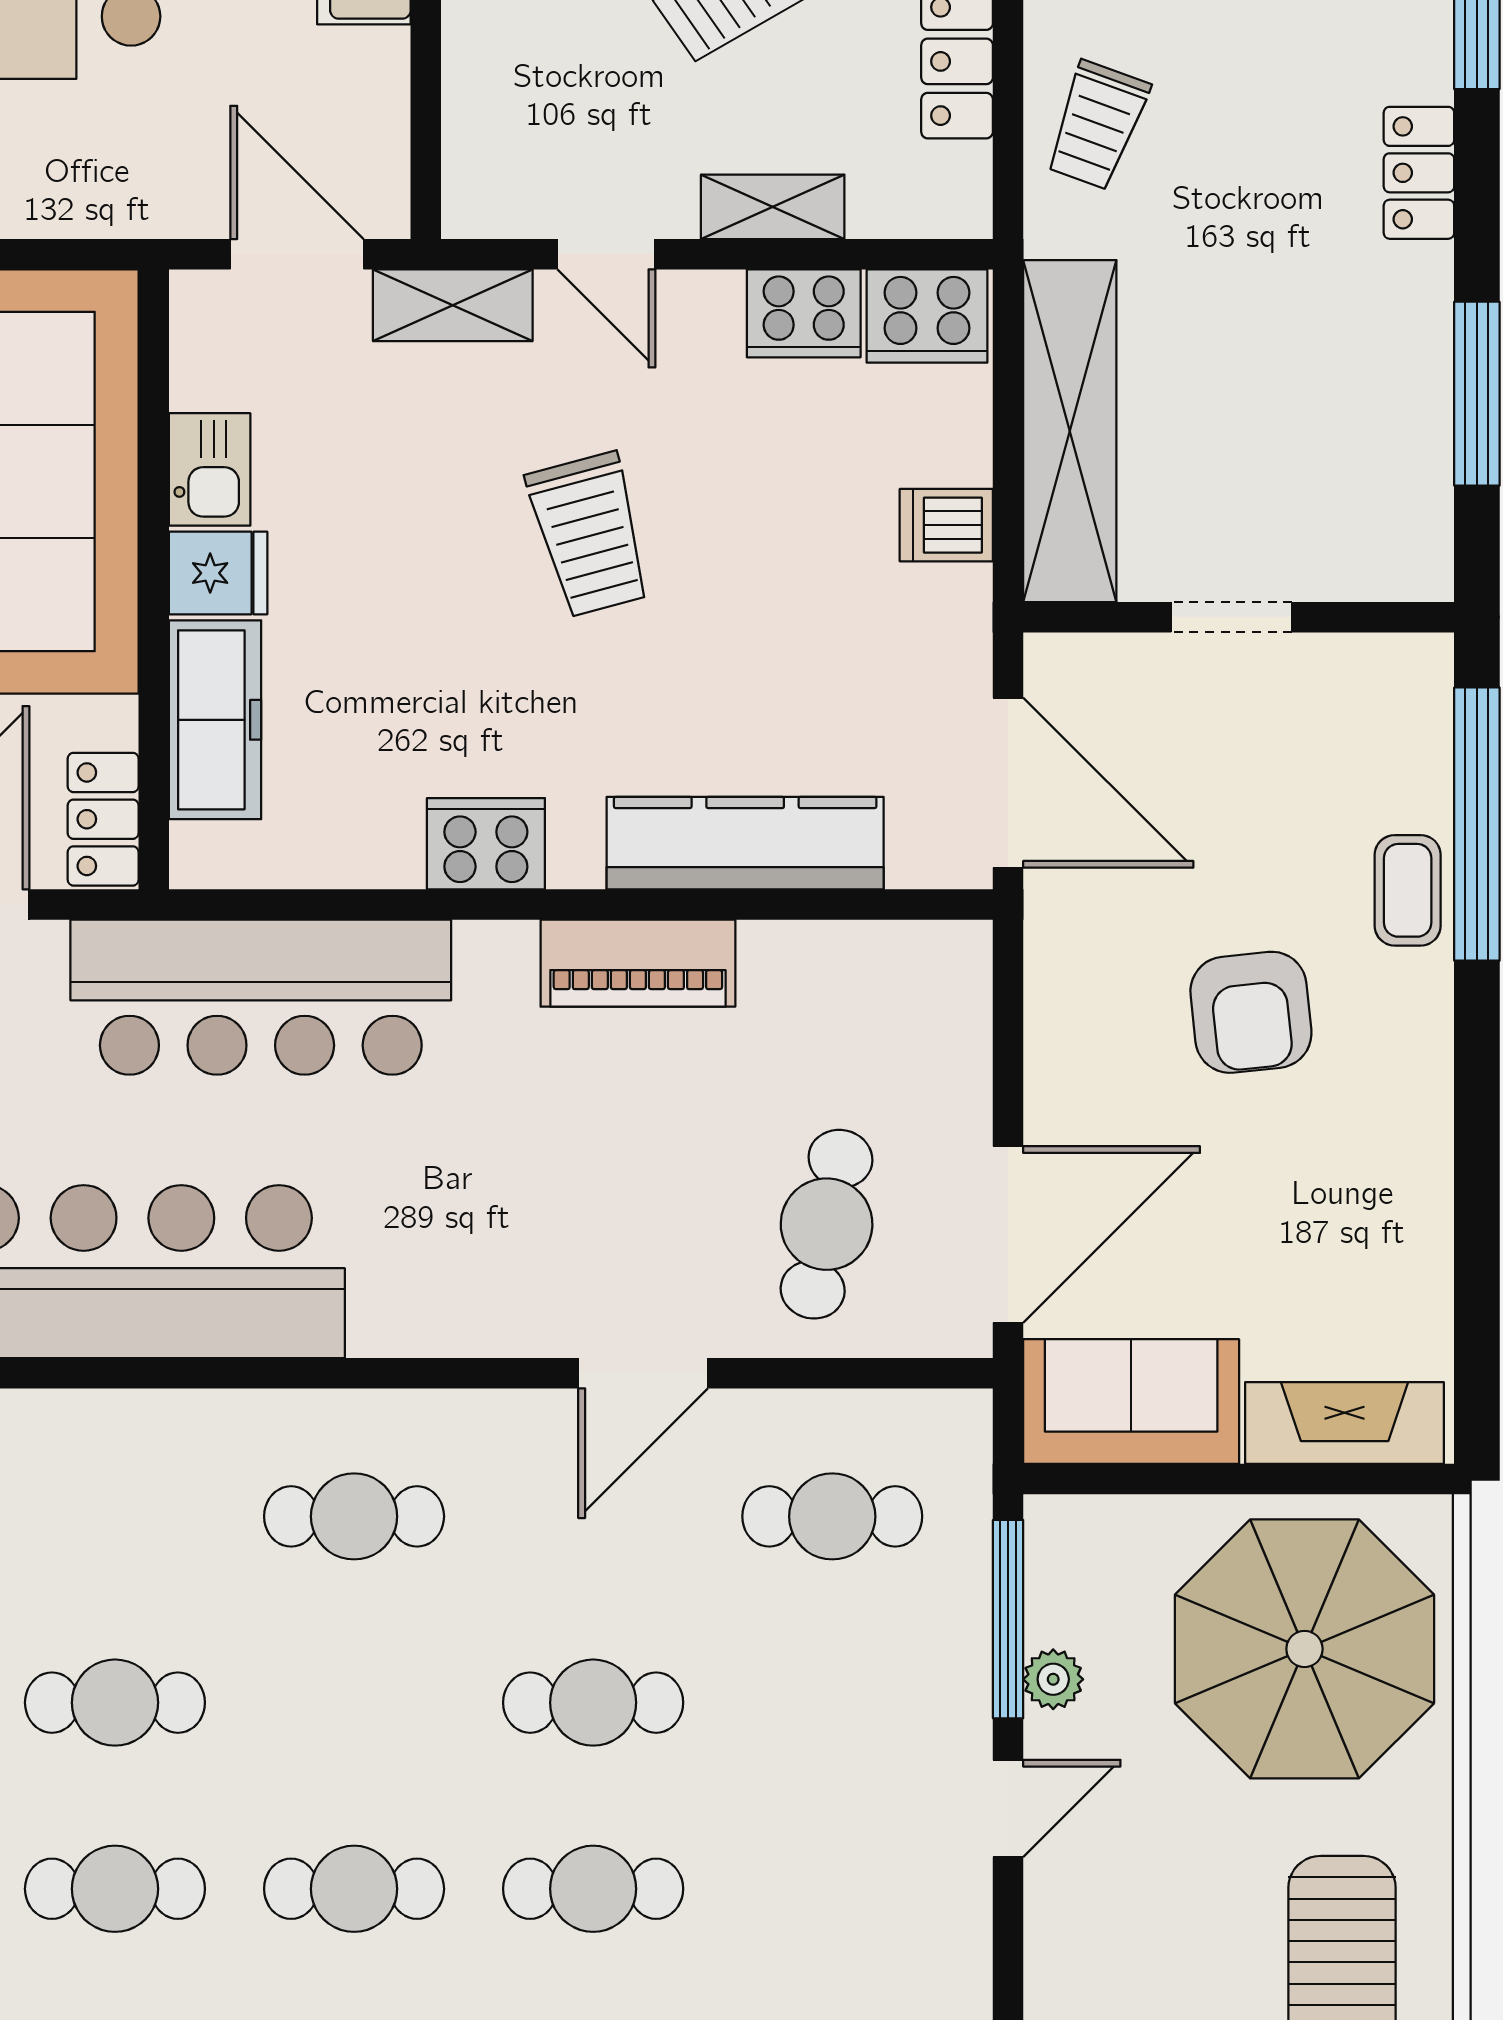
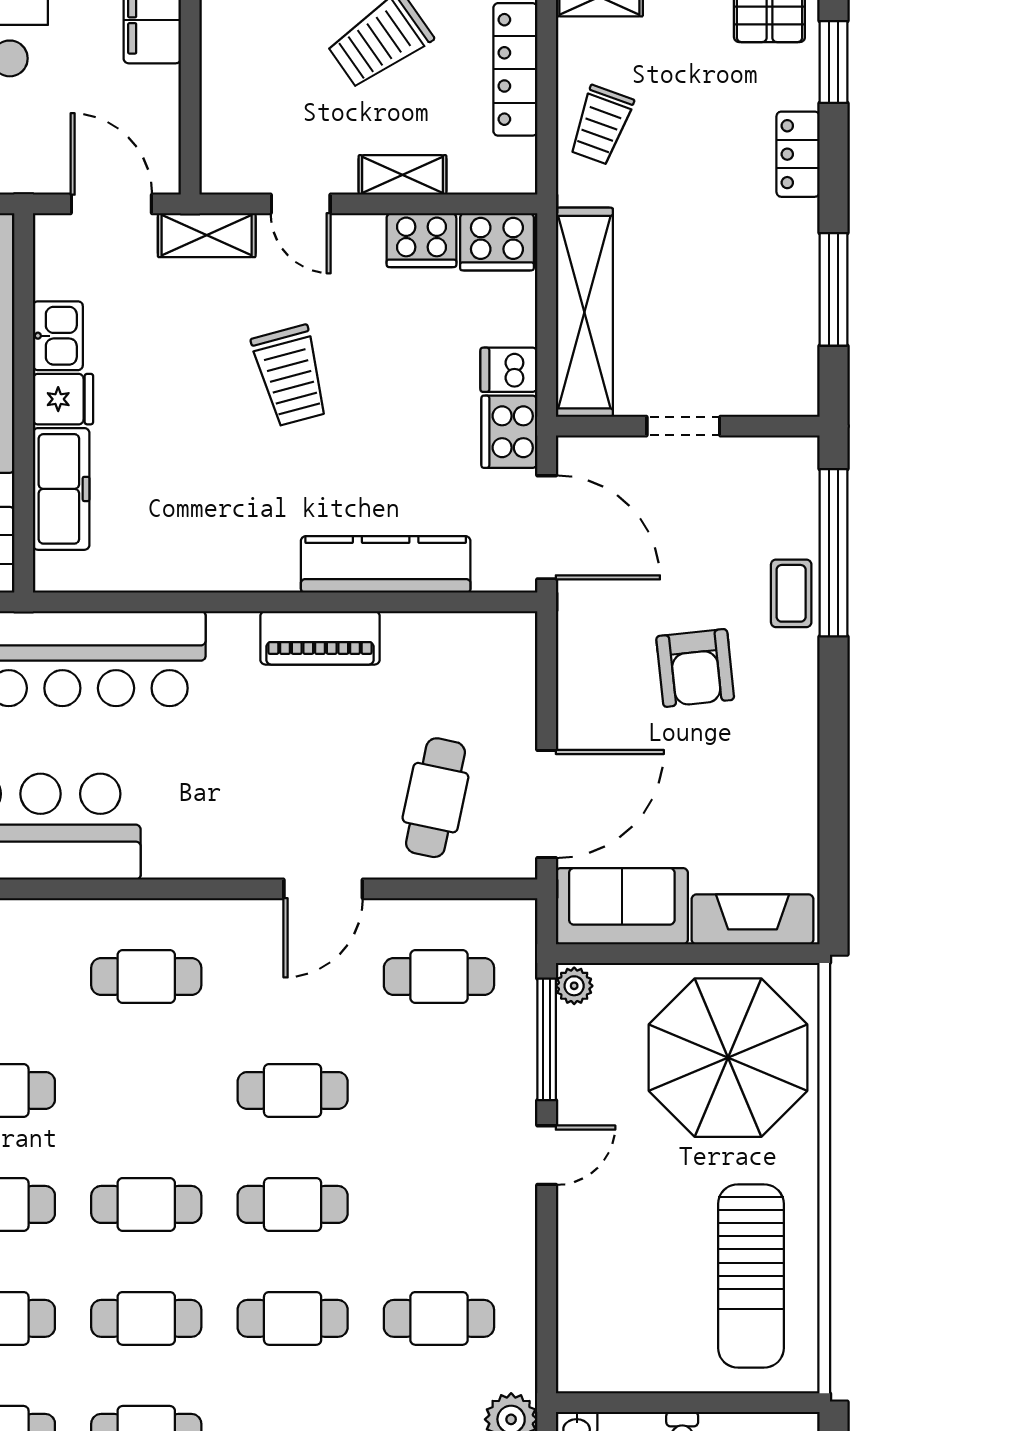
cooker: (486, 844) -> (509, 432), moved, turned -90
plant: (1053, 1679) -> (574, 986), moved

